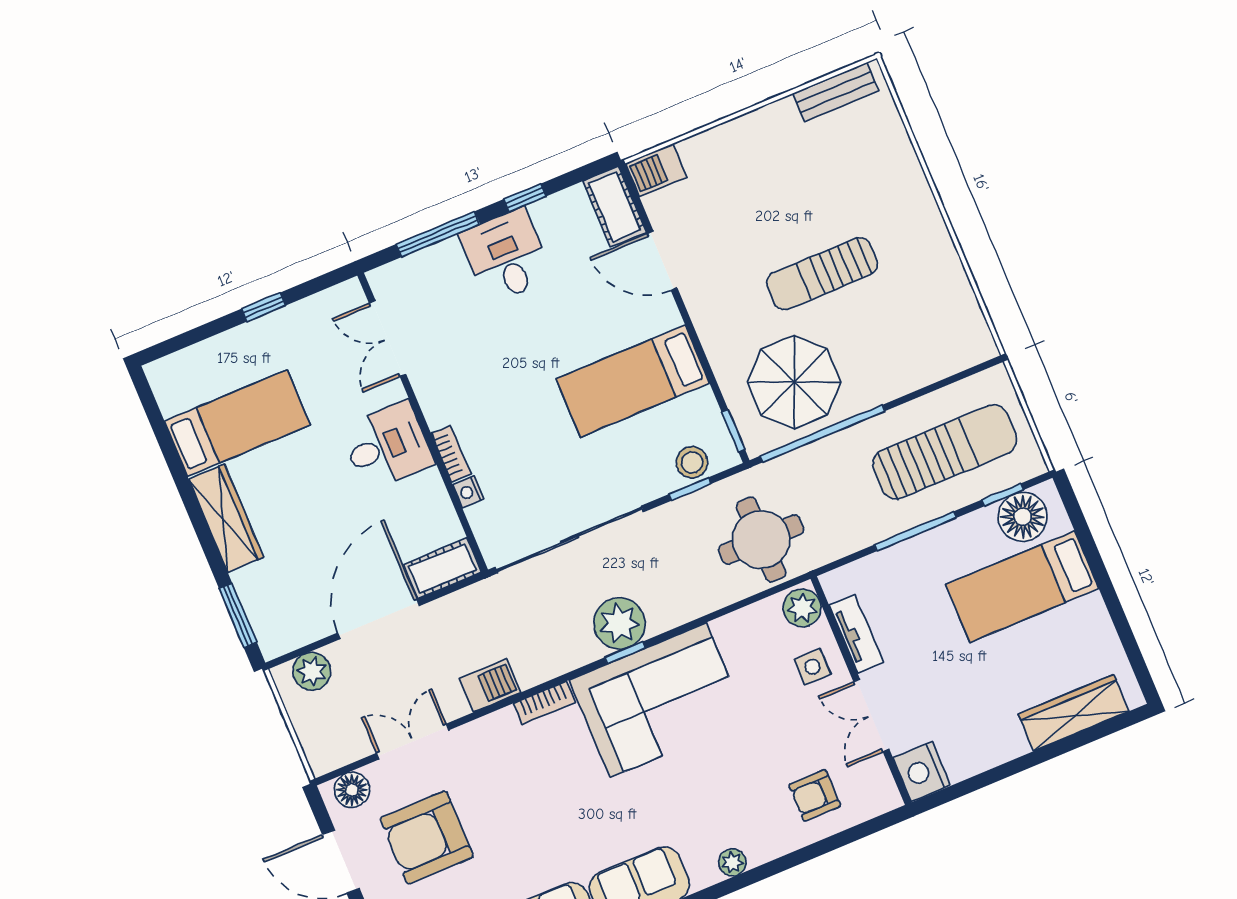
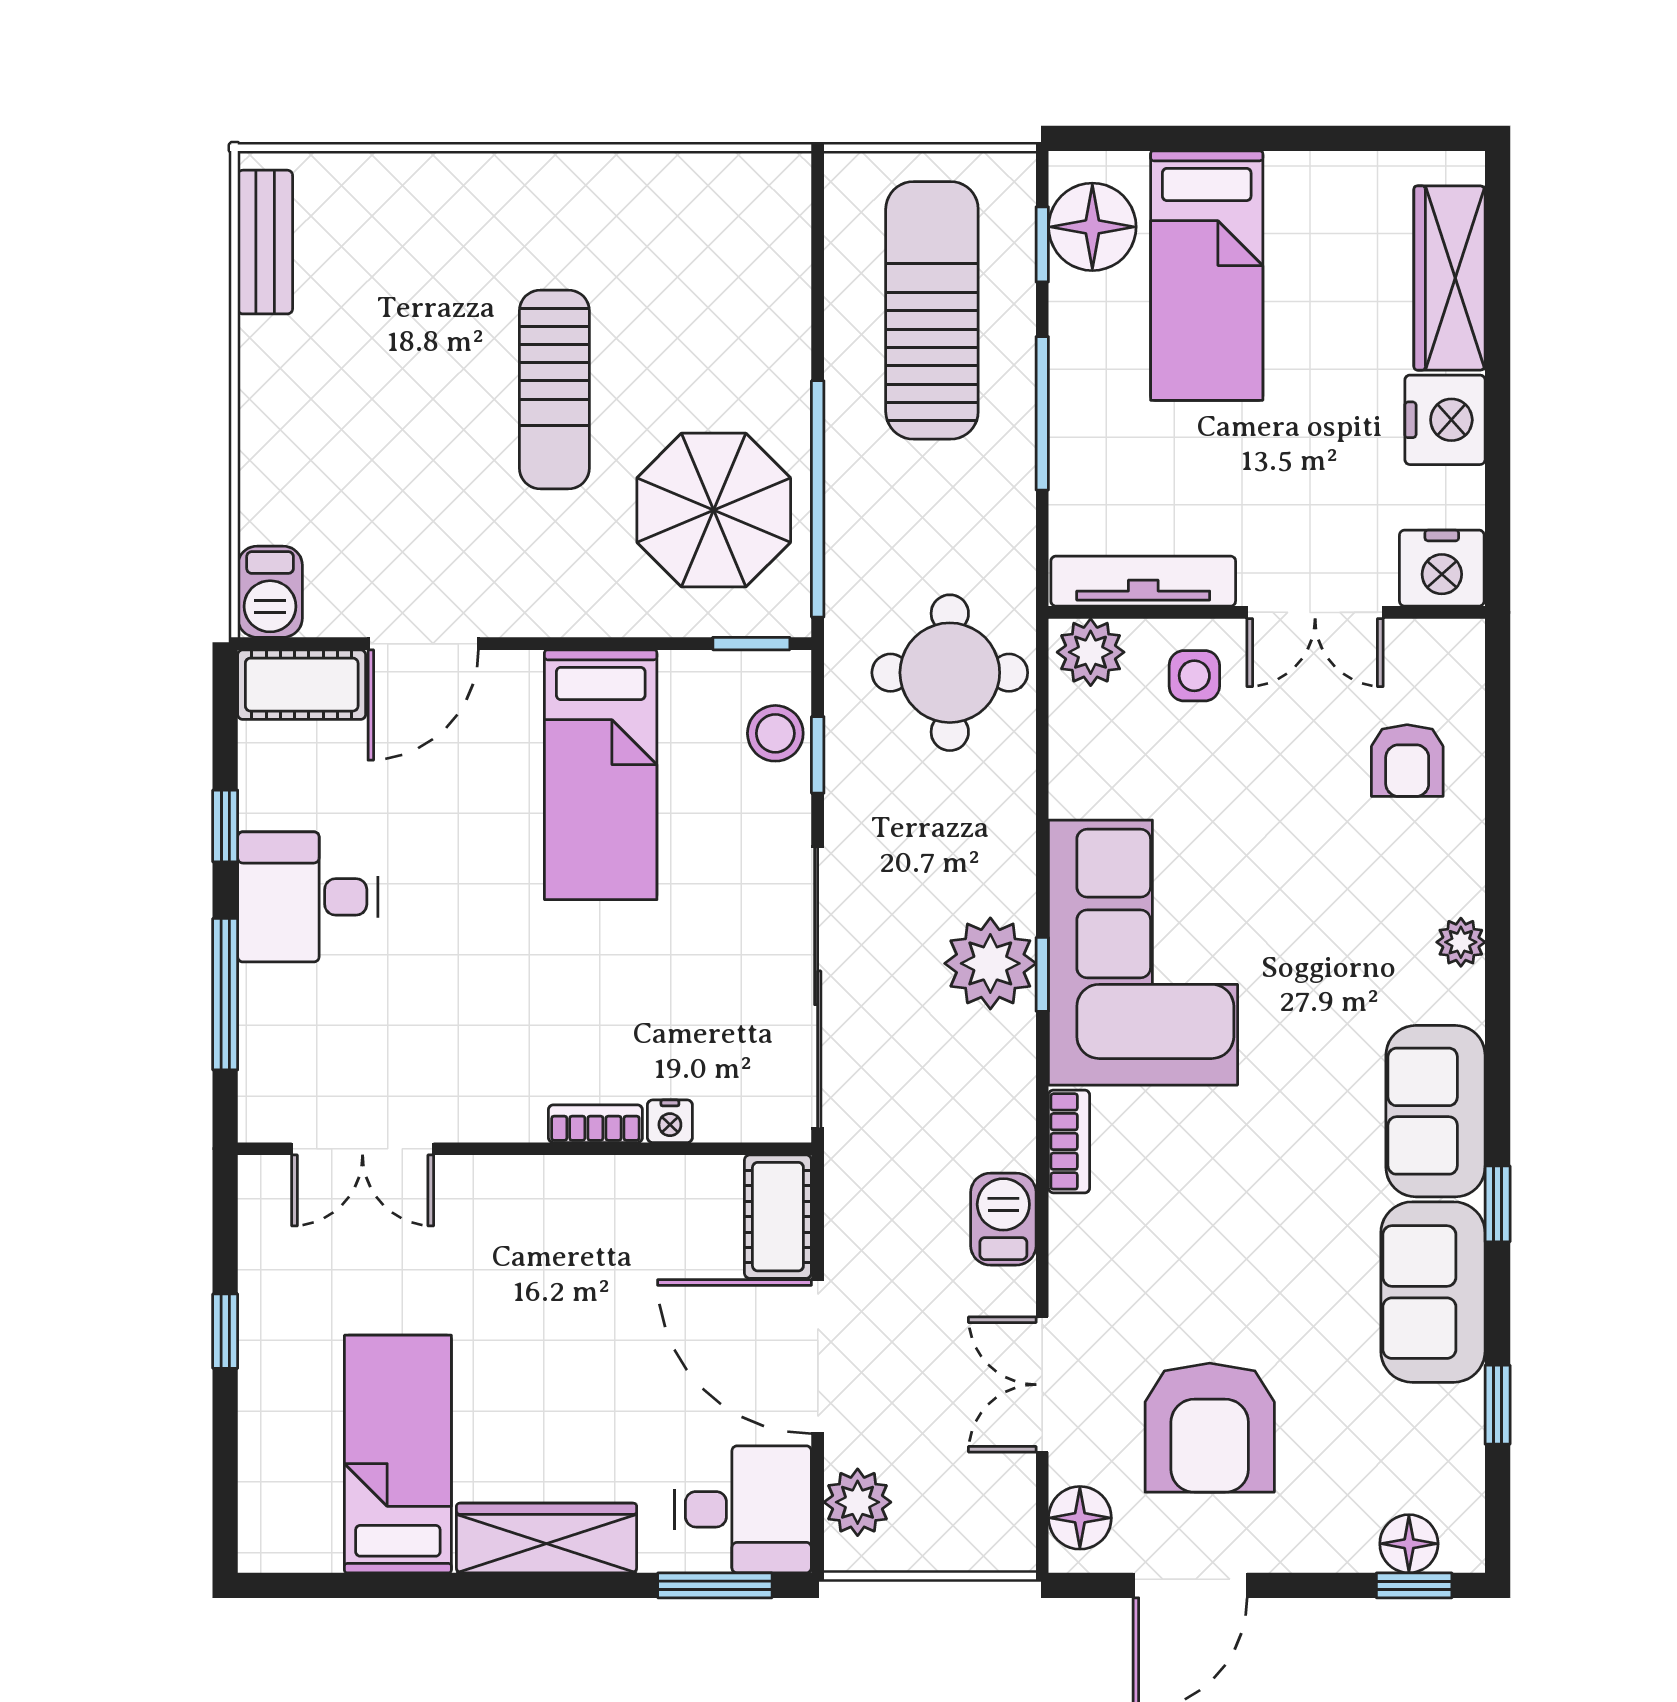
desk: (387, 446) -> (743, 1509), moved, turned 90
tv unit: (856, 634) -> (1143, 581), width x1.41
nightstand: (999, 741) -> (1445, 420), added

